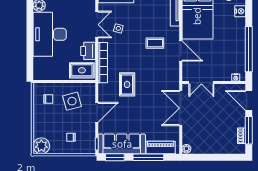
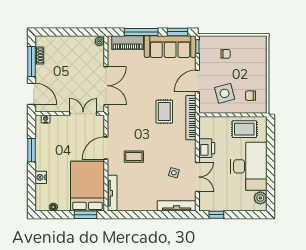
nightstand: (240, 11) -> (41, 177), moved
double door: (97, 25) -> (197, 177), swing flipped
window: (249, 49) -> (31, 150), width x0.47
door: (181, 51) -> (106, 148), hinge flipped
bookcase: (103, 63) -> (191, 118), moved
rug: (82, 70) -> (244, 129), moved
plant: (41, 146) -> (258, 44), removed

